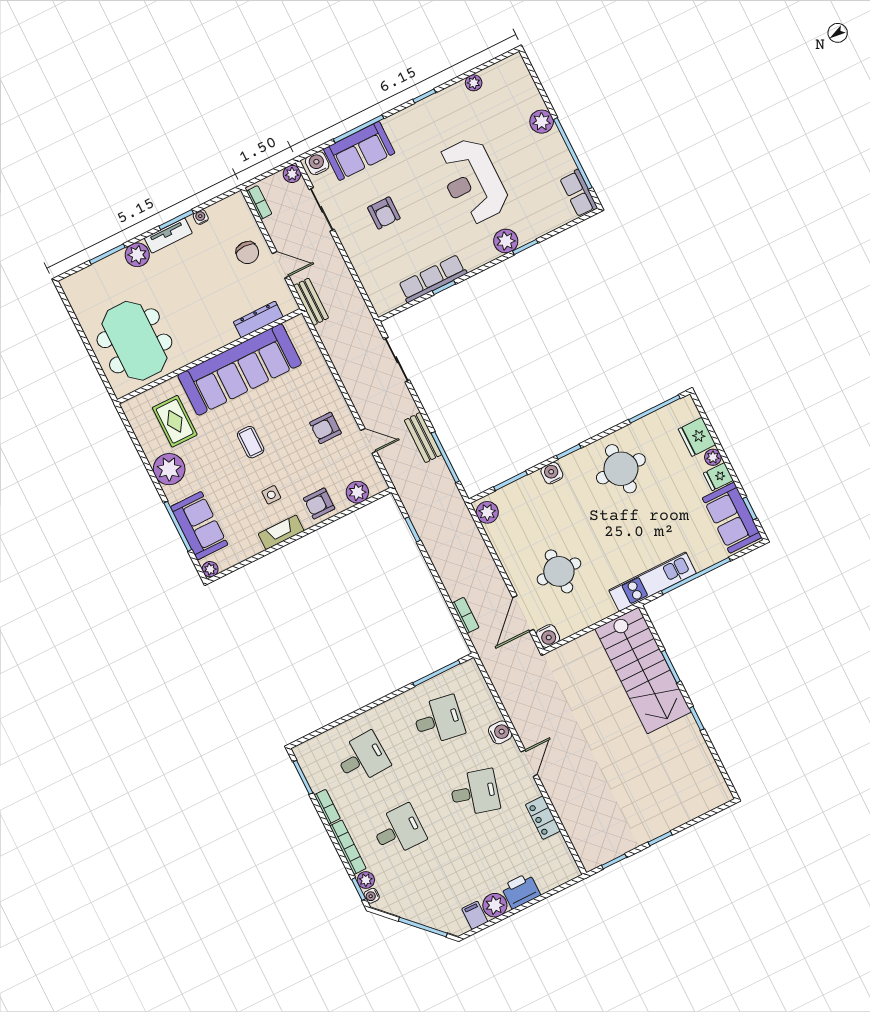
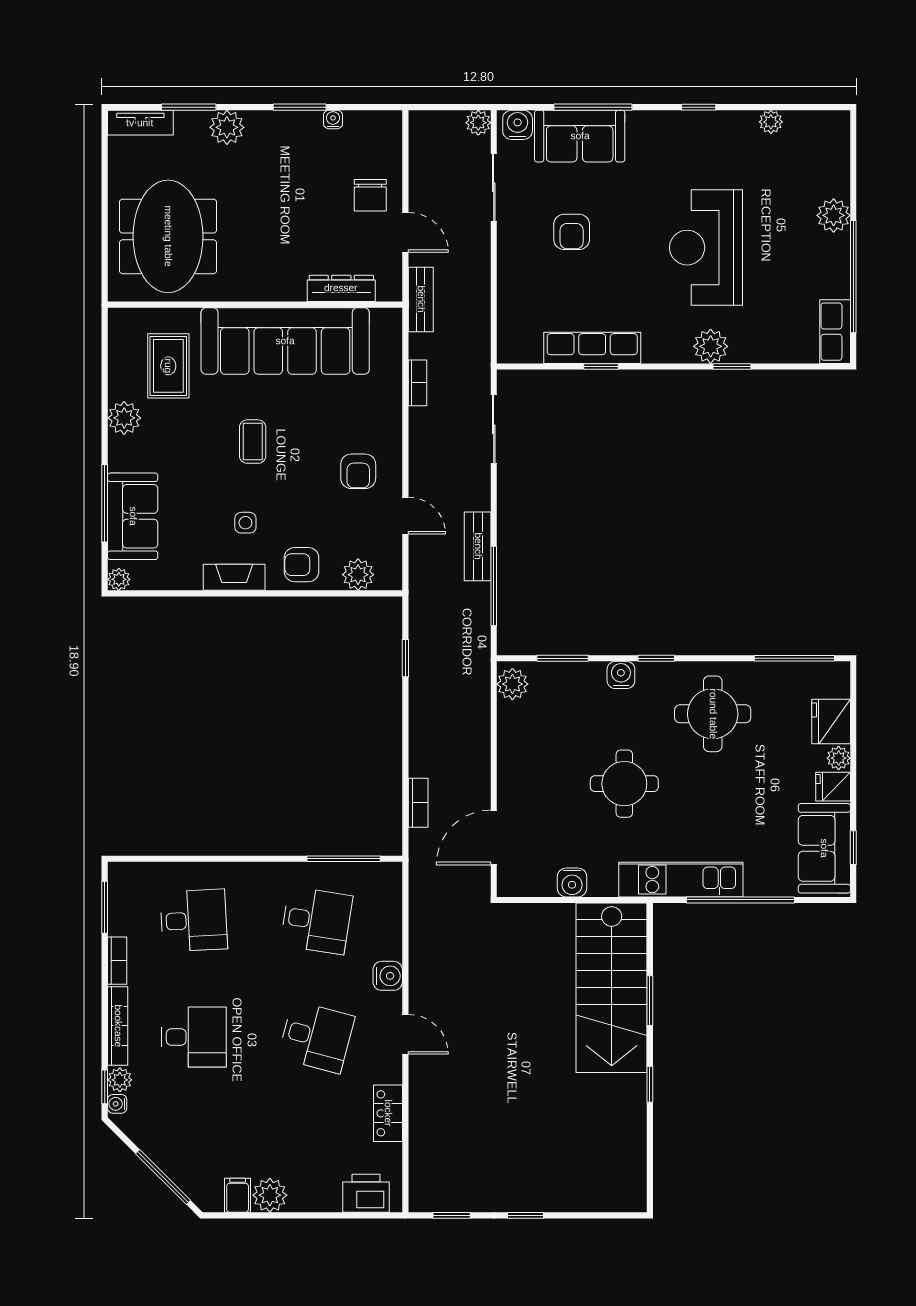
bookcase: (259, 203) -> (417, 383), moved
tv unit: (168, 236) -> (140, 123), moved
armchair: (325, 428) -> (358, 471), turned -90
plant: (169, 469) -> (124, 418), width x0.73, depth x0.73
round table: (559, 571) -> (624, 784), moved
water cooler: (548, 636) -> (572, 882), moved
door: (529, 763) -> (405, 1034), hinge flipped
printer: (521, 891) -> (366, 1193), moved

